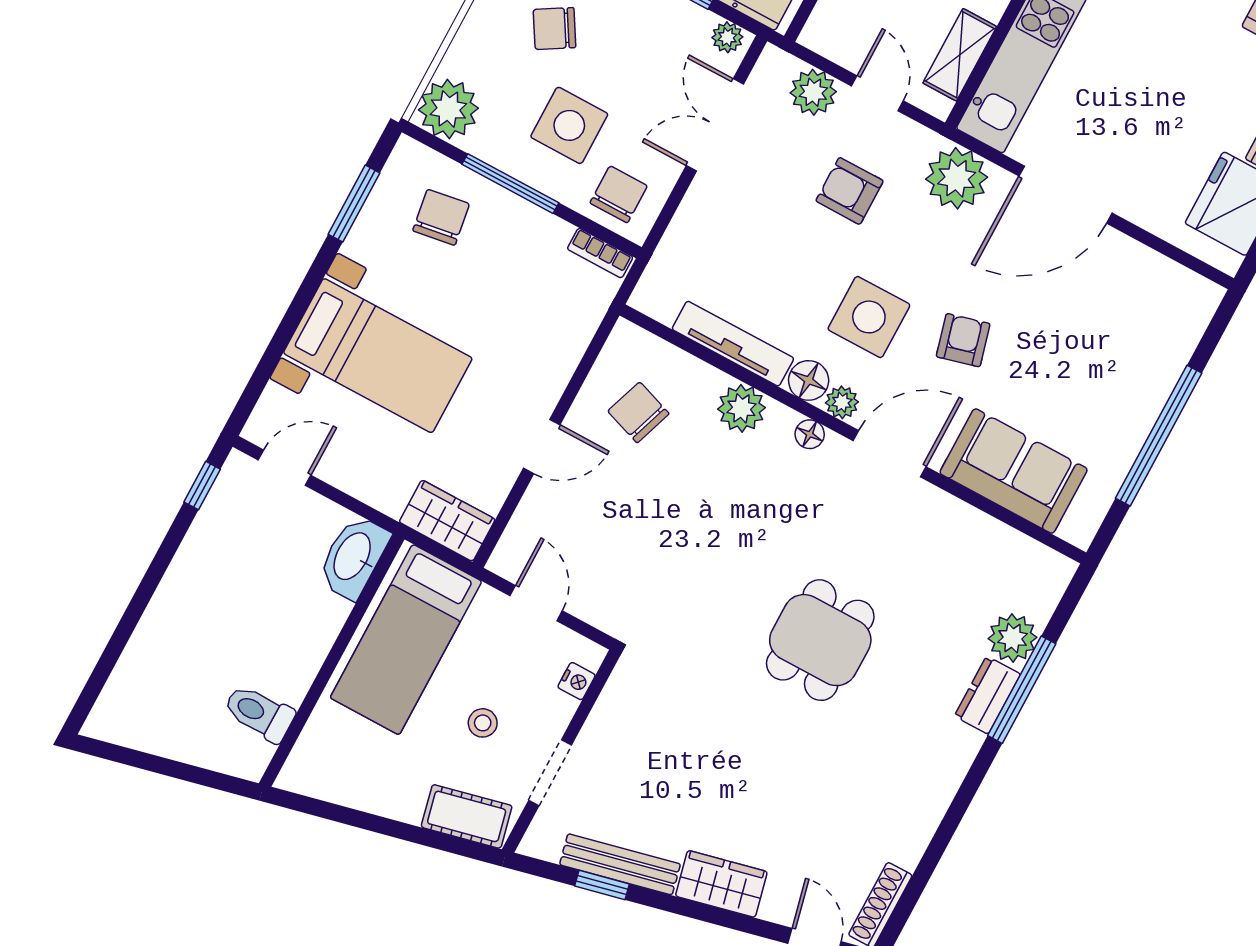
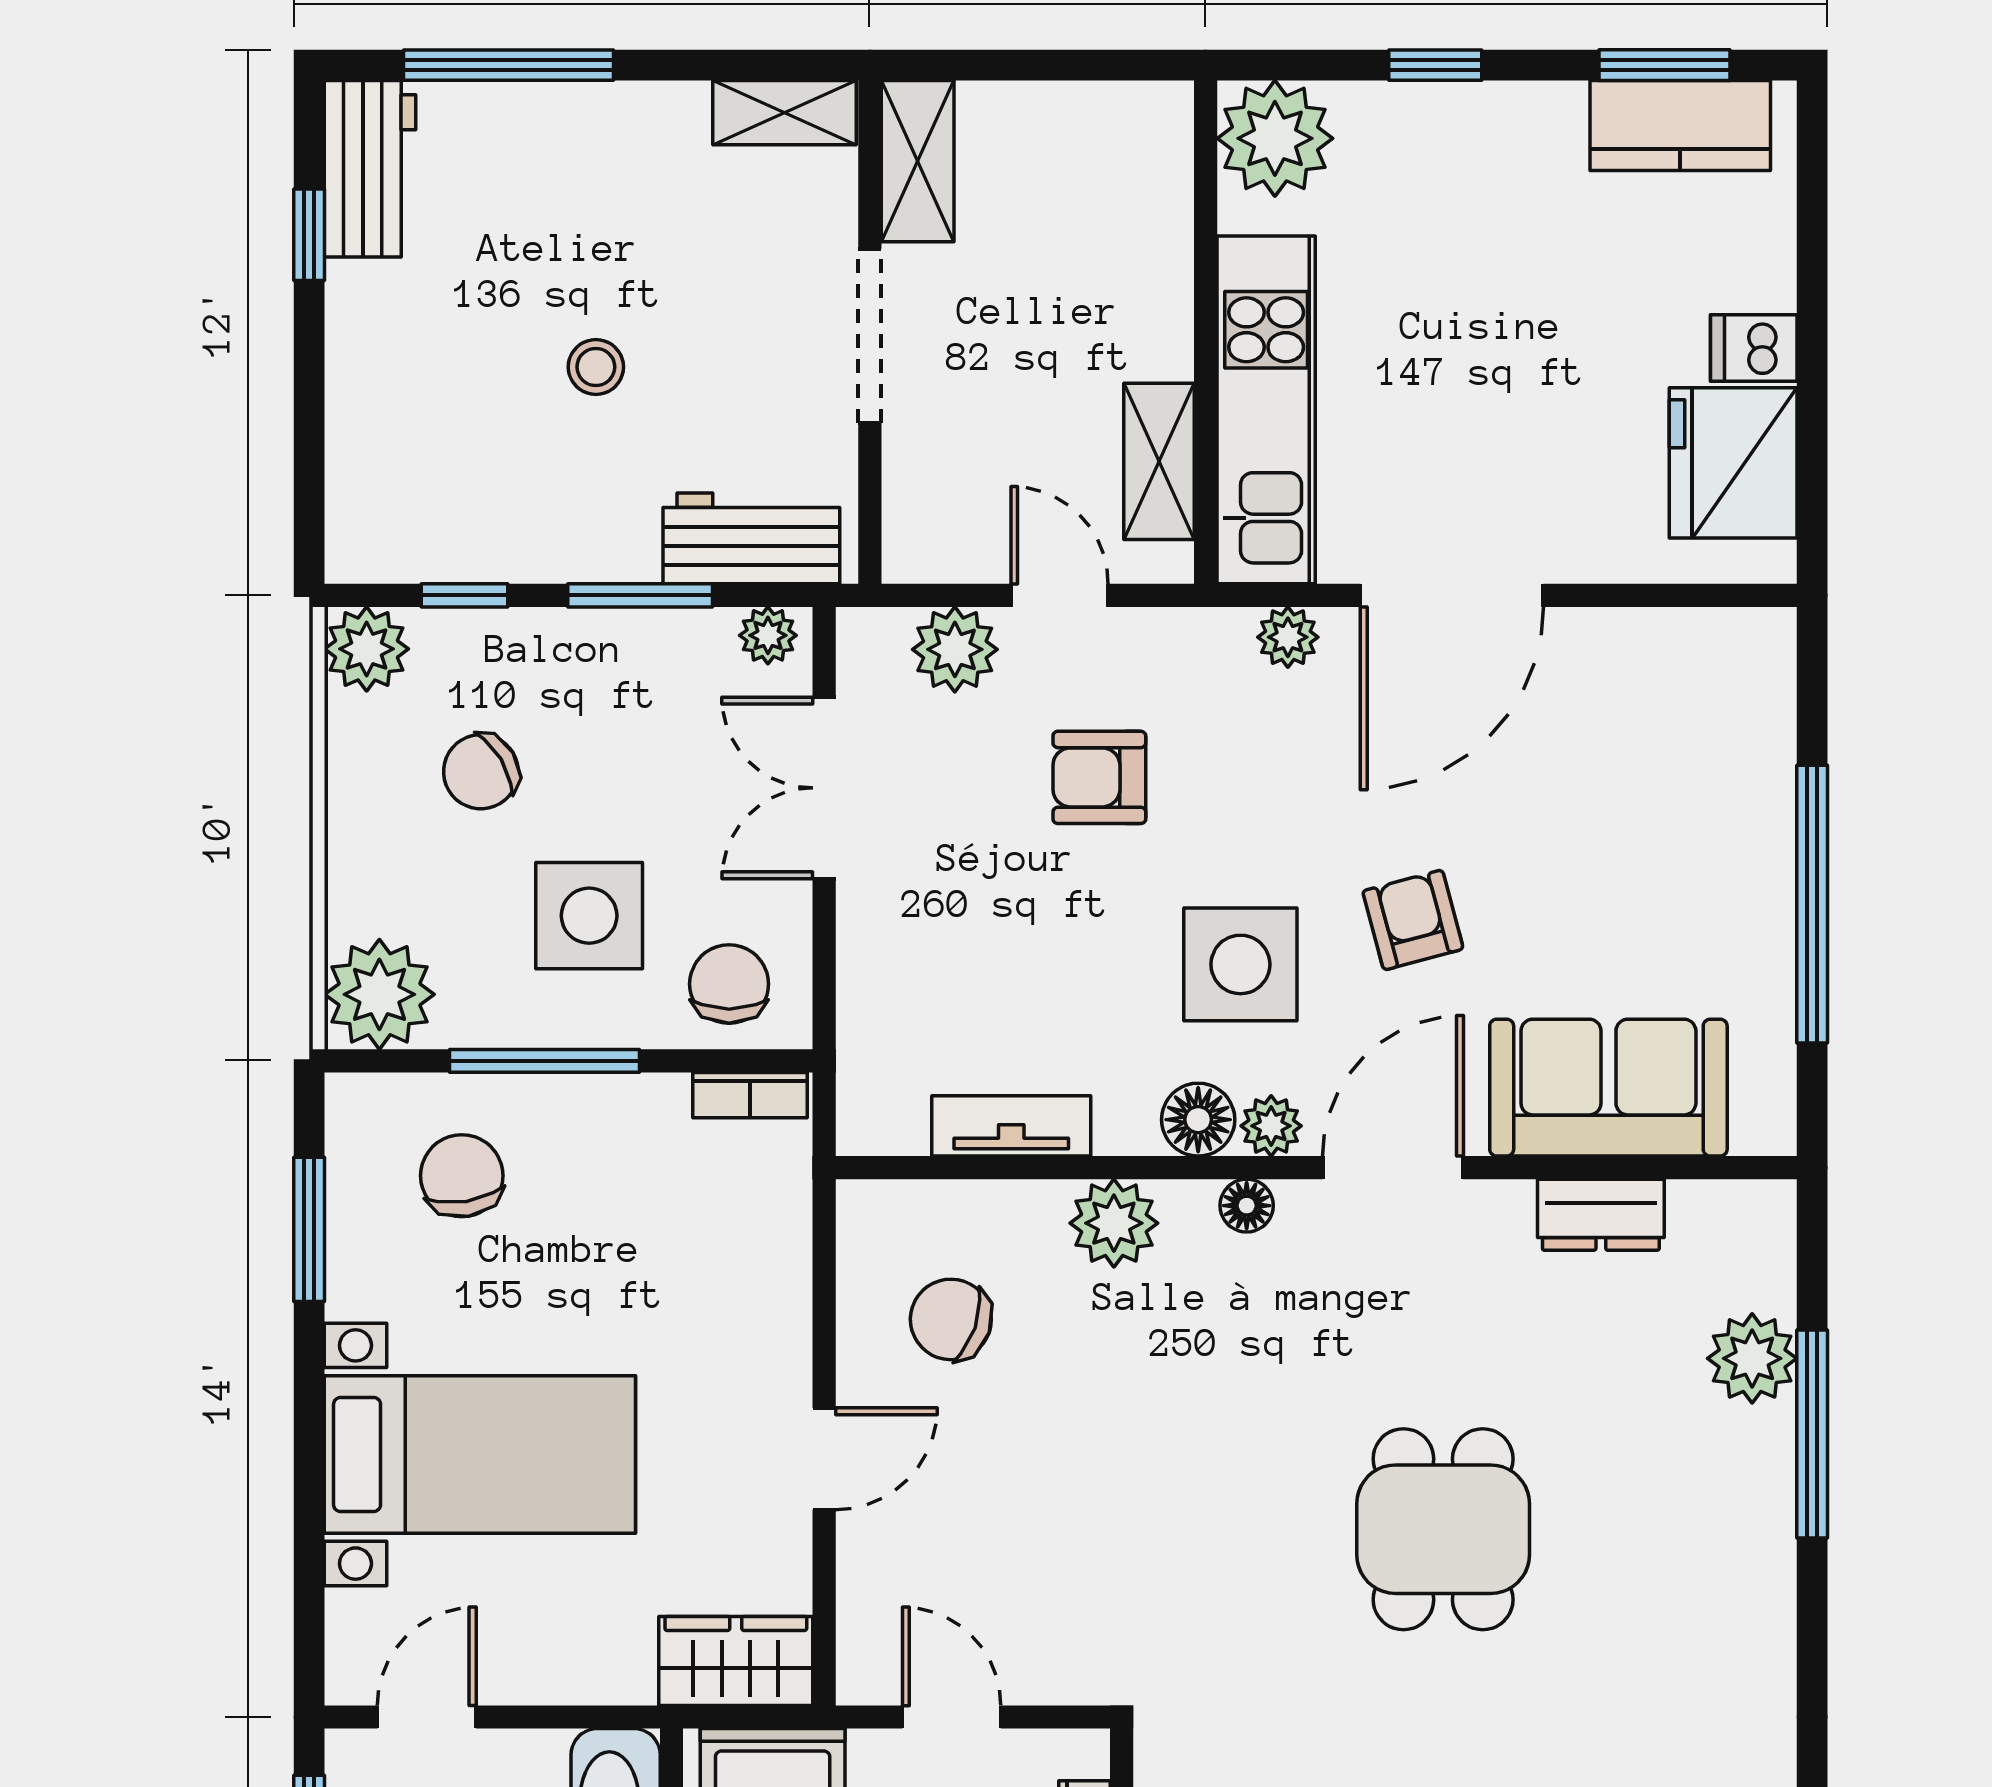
plant: (957, 178) -> (1288, 637), width x0.53, depth x0.53
tv unit: (733, 344) -> (1011, 1126), width x0.71
dresser: (987, 695) -> (1601, 1215), moved, turned -90

